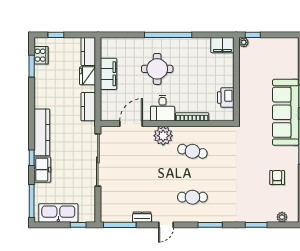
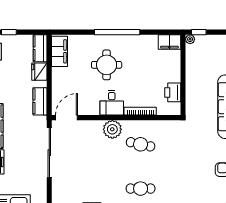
filing cabinet: (108, 74) -> (60, 51), moved
door: (131, 124) -> (66, 118), moved

